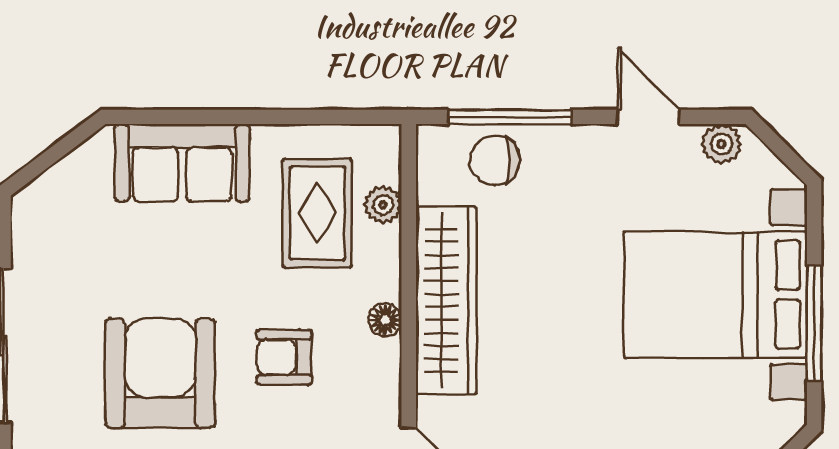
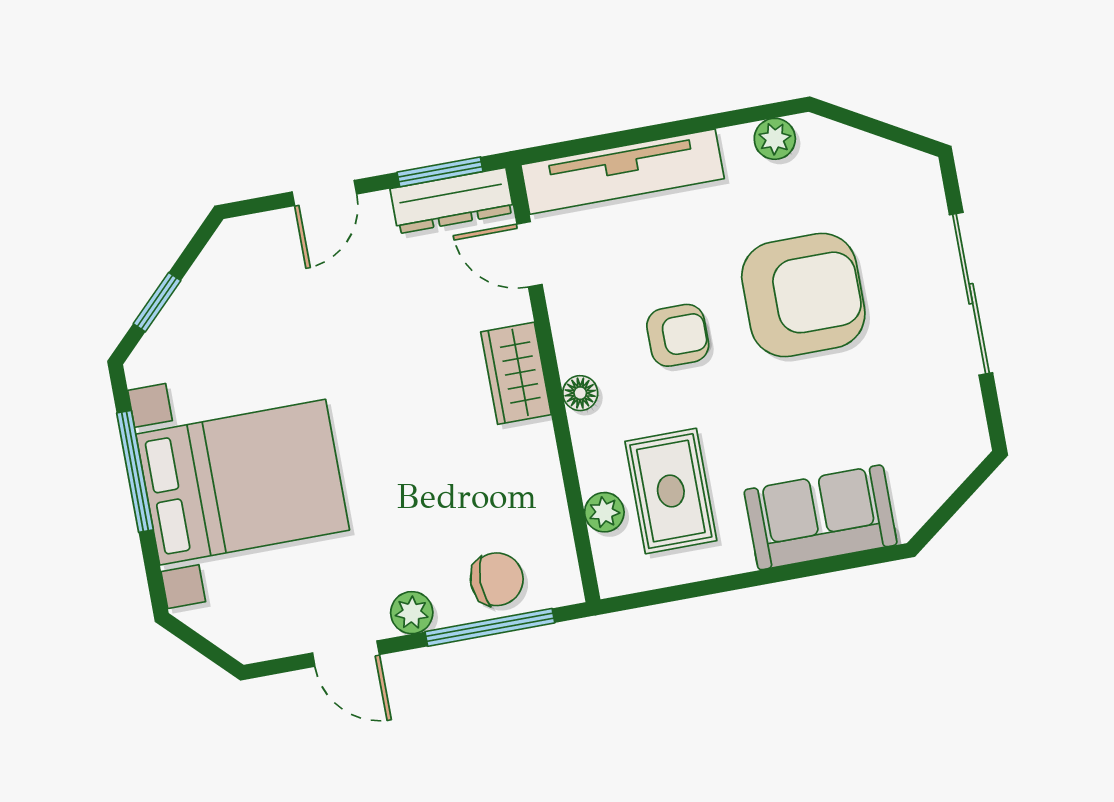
plant: (722, 144) -> (412, 613), moved
wardrobe: (446, 300) -> (516, 373), width x0.48, depth x0.85
armchair: (160, 373) -> (803, 295), turned -90

